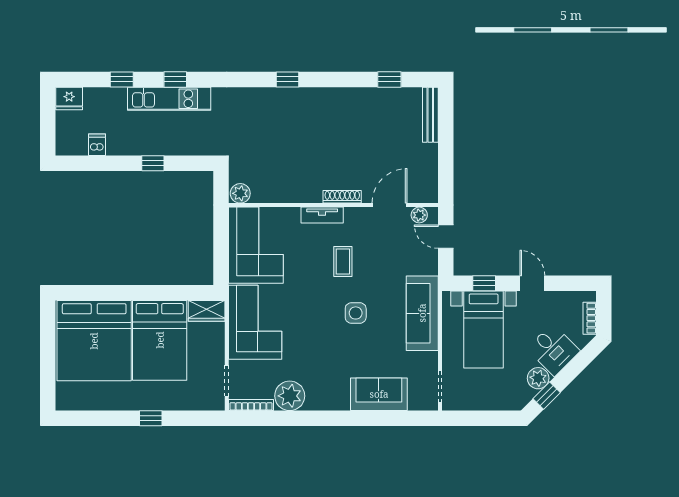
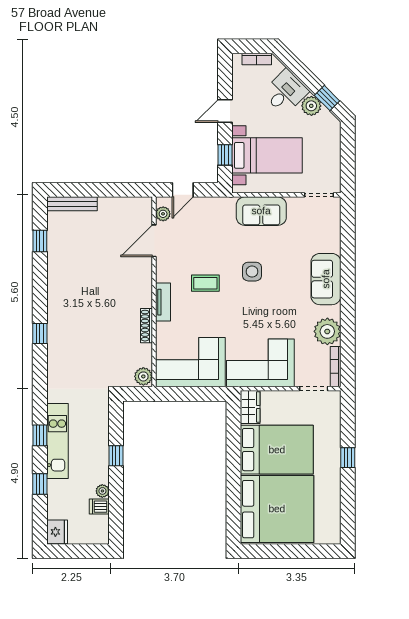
plant: (114, 148) -> (102, 491), added
shoe rack: (342, 197) -> (146, 326), moved
door: (390, 205) -> (154, 241), hinge flipped
sofa: (422, 313) -> (261, 211), width x0.73
sofa: (379, 394) -> (326, 279), moved

